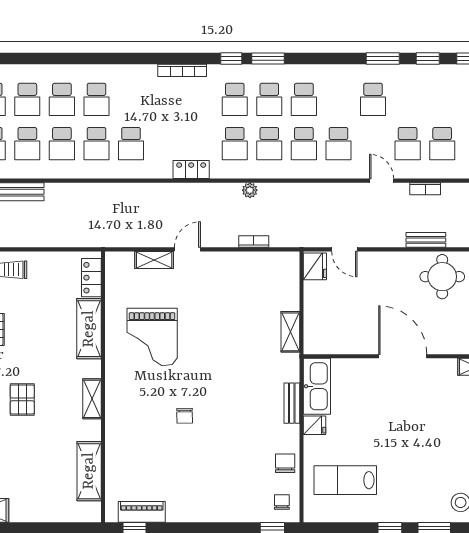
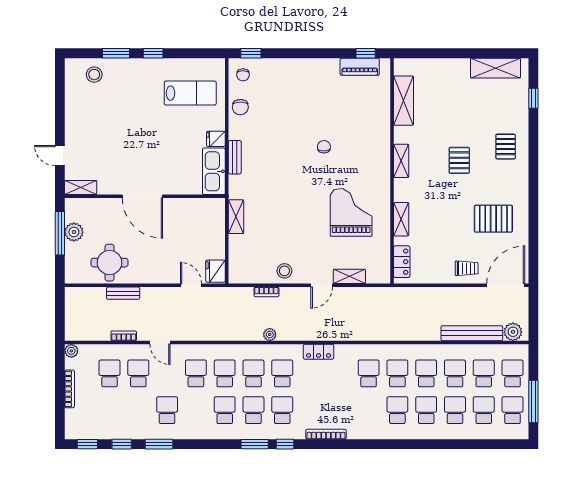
stool: (232, 267) -> (284, 271), added
shelving: (89, 329) -> (401, 219), width x0.67, depth x0.75

